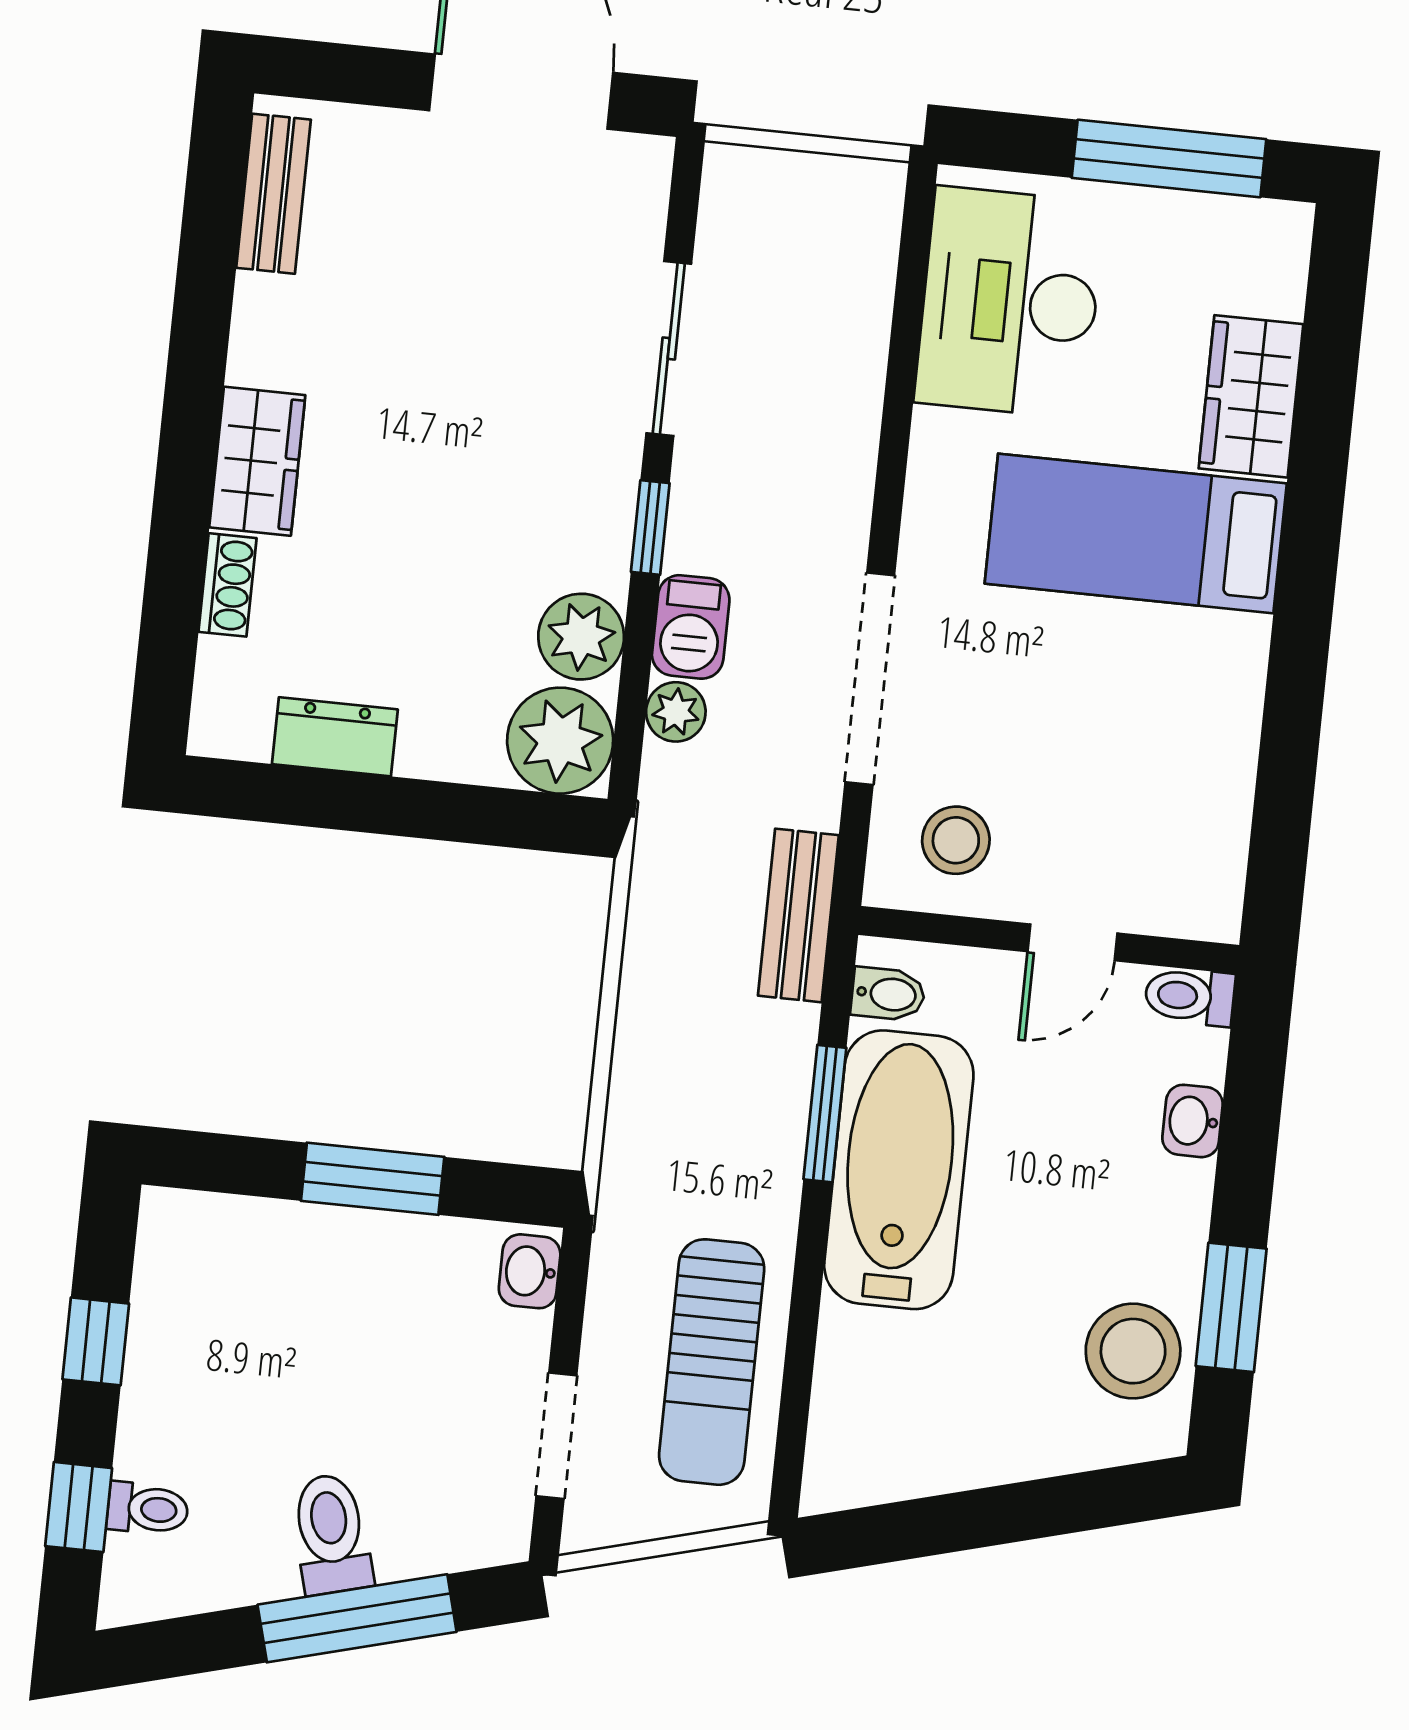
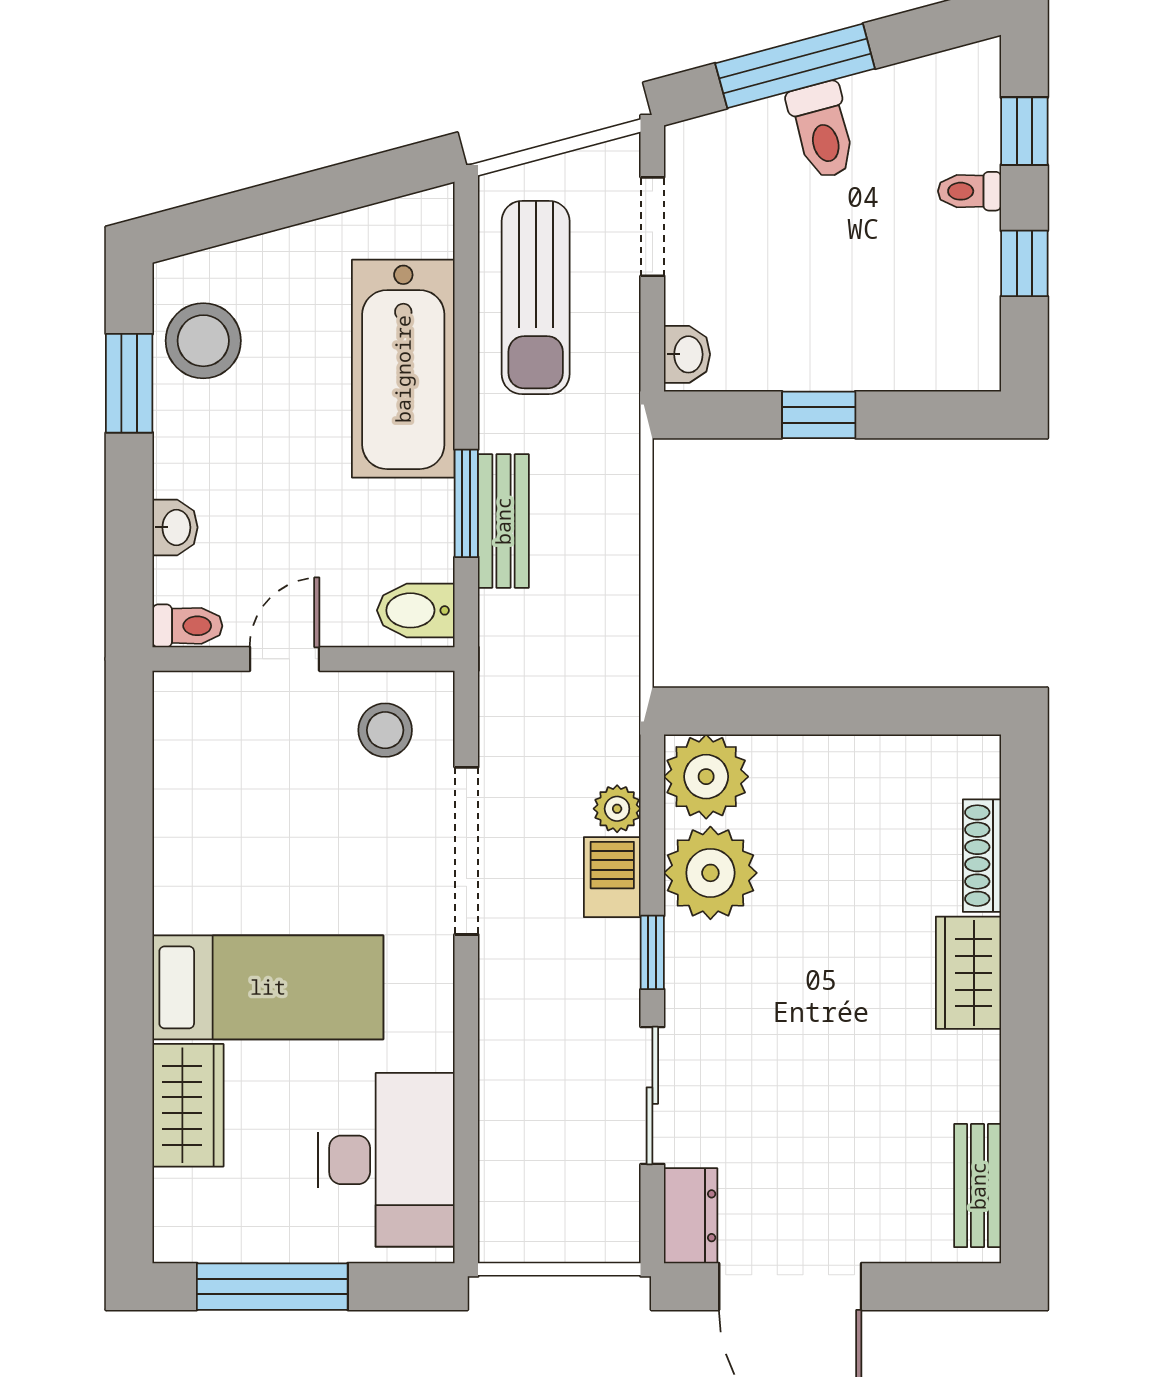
shoe rack: (227, 585) -> (982, 856), width x1.43
plant: (581, 637) -> (710, 873), width x1.36, depth x1.36
dresser: (335, 737) -> (691, 1216), moved, turned -90
bench: (798, 915) -> (503, 521), moved
bidet: (888, 994) -> (416, 610), width x1.38, depth x1.36
bathtub: (899, 1170) -> (403, 369), moved
window: (373, 1179) -> (819, 415), width x0.67
sun lounger: (712, 1362) -> (536, 298), turned 180
toilet: (148, 1509) -> (970, 191), moved

